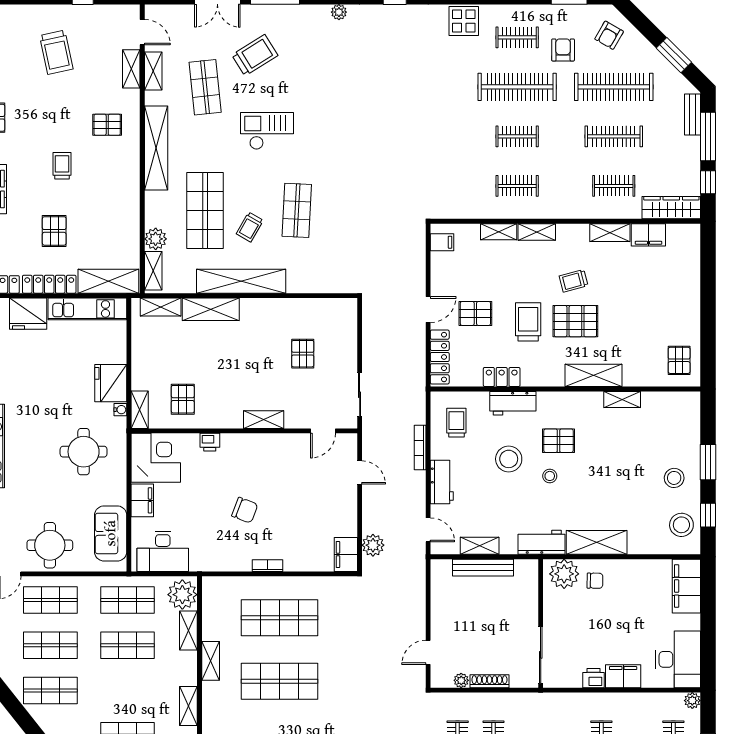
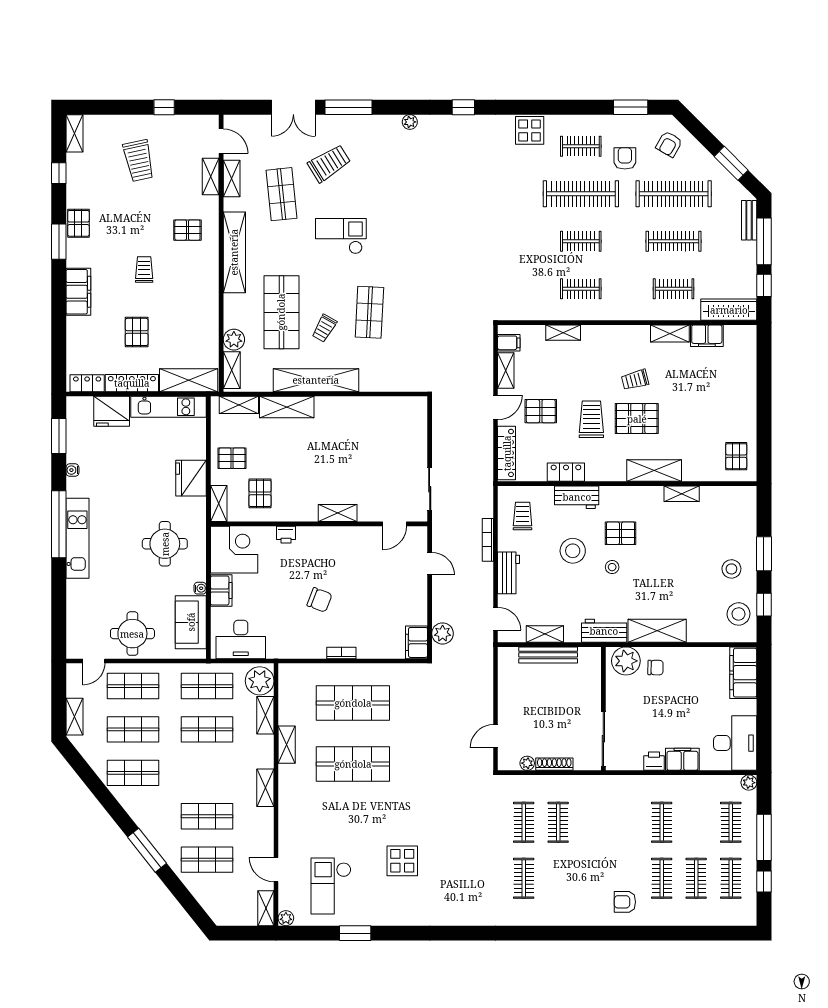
shelving: (537, 232) -> (506, 370), moved, turned 90
pallet: (303, 354) -> (232, 458), moved, turned 90
water cooler: (120, 410) -> (200, 588), moved

